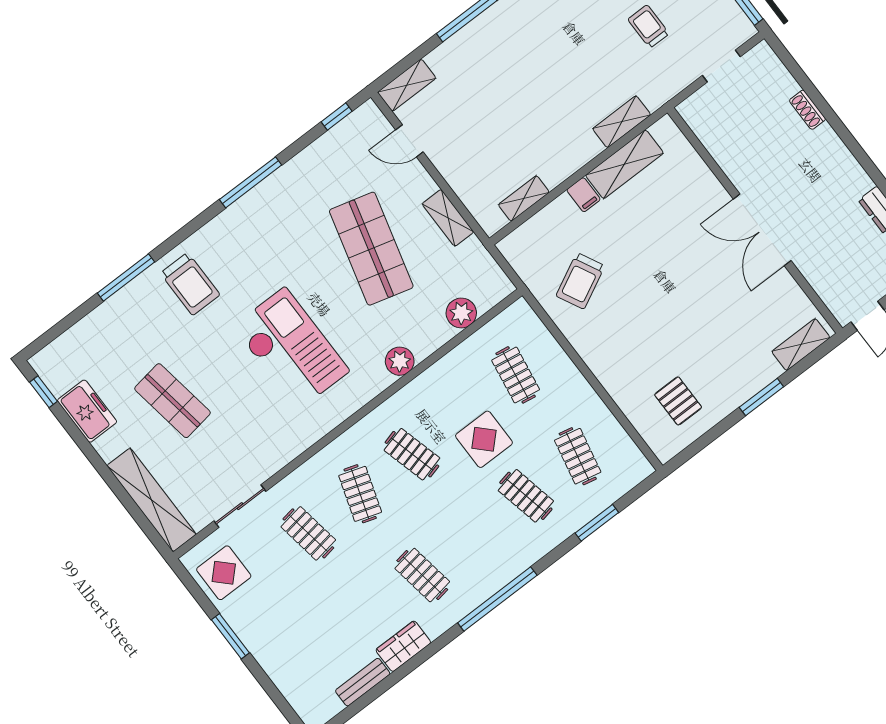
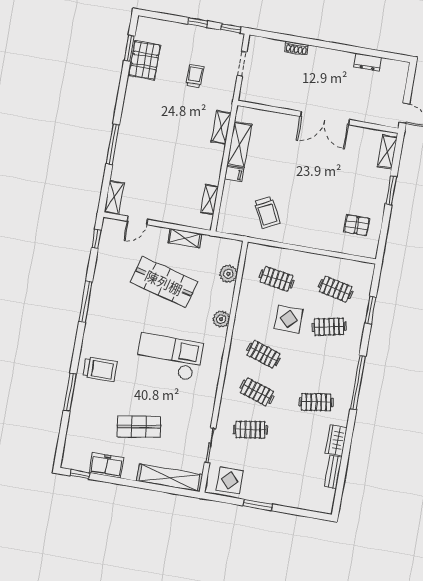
trolley: (648, 26) -> (195, 76), turned 90
clothes rail: (412, 454) -> (263, 354), turned 33

